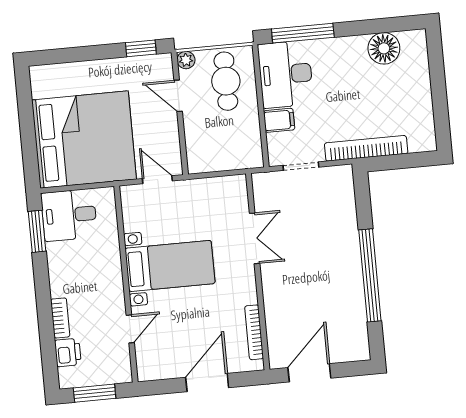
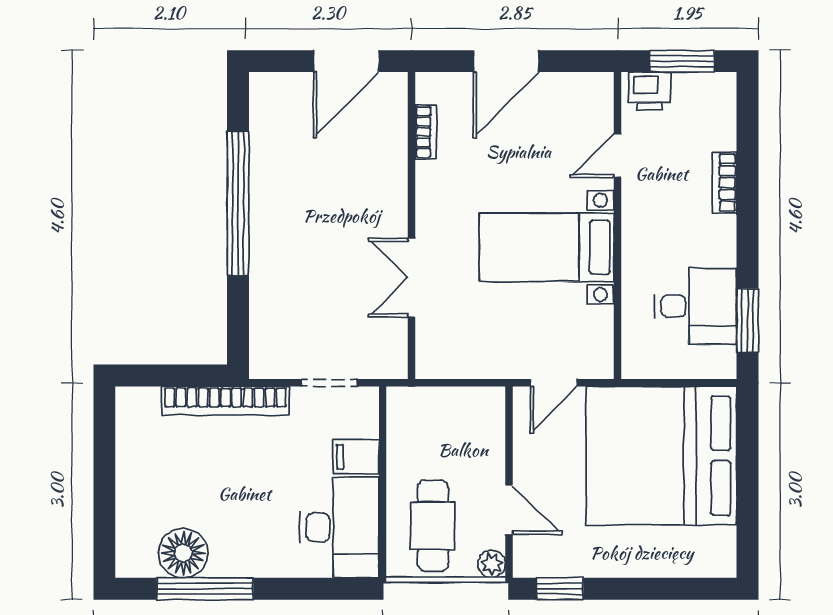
window: (303, 33) -> (205, 589), moved
door: (157, 180) -> (554, 383), hinge flipped
desk: (69, 215) -> (696, 306), moved
bookcase: (254, 332) -> (426, 132), width x0.64
printer: (68, 352) -> (650, 91), moved, turned -90

